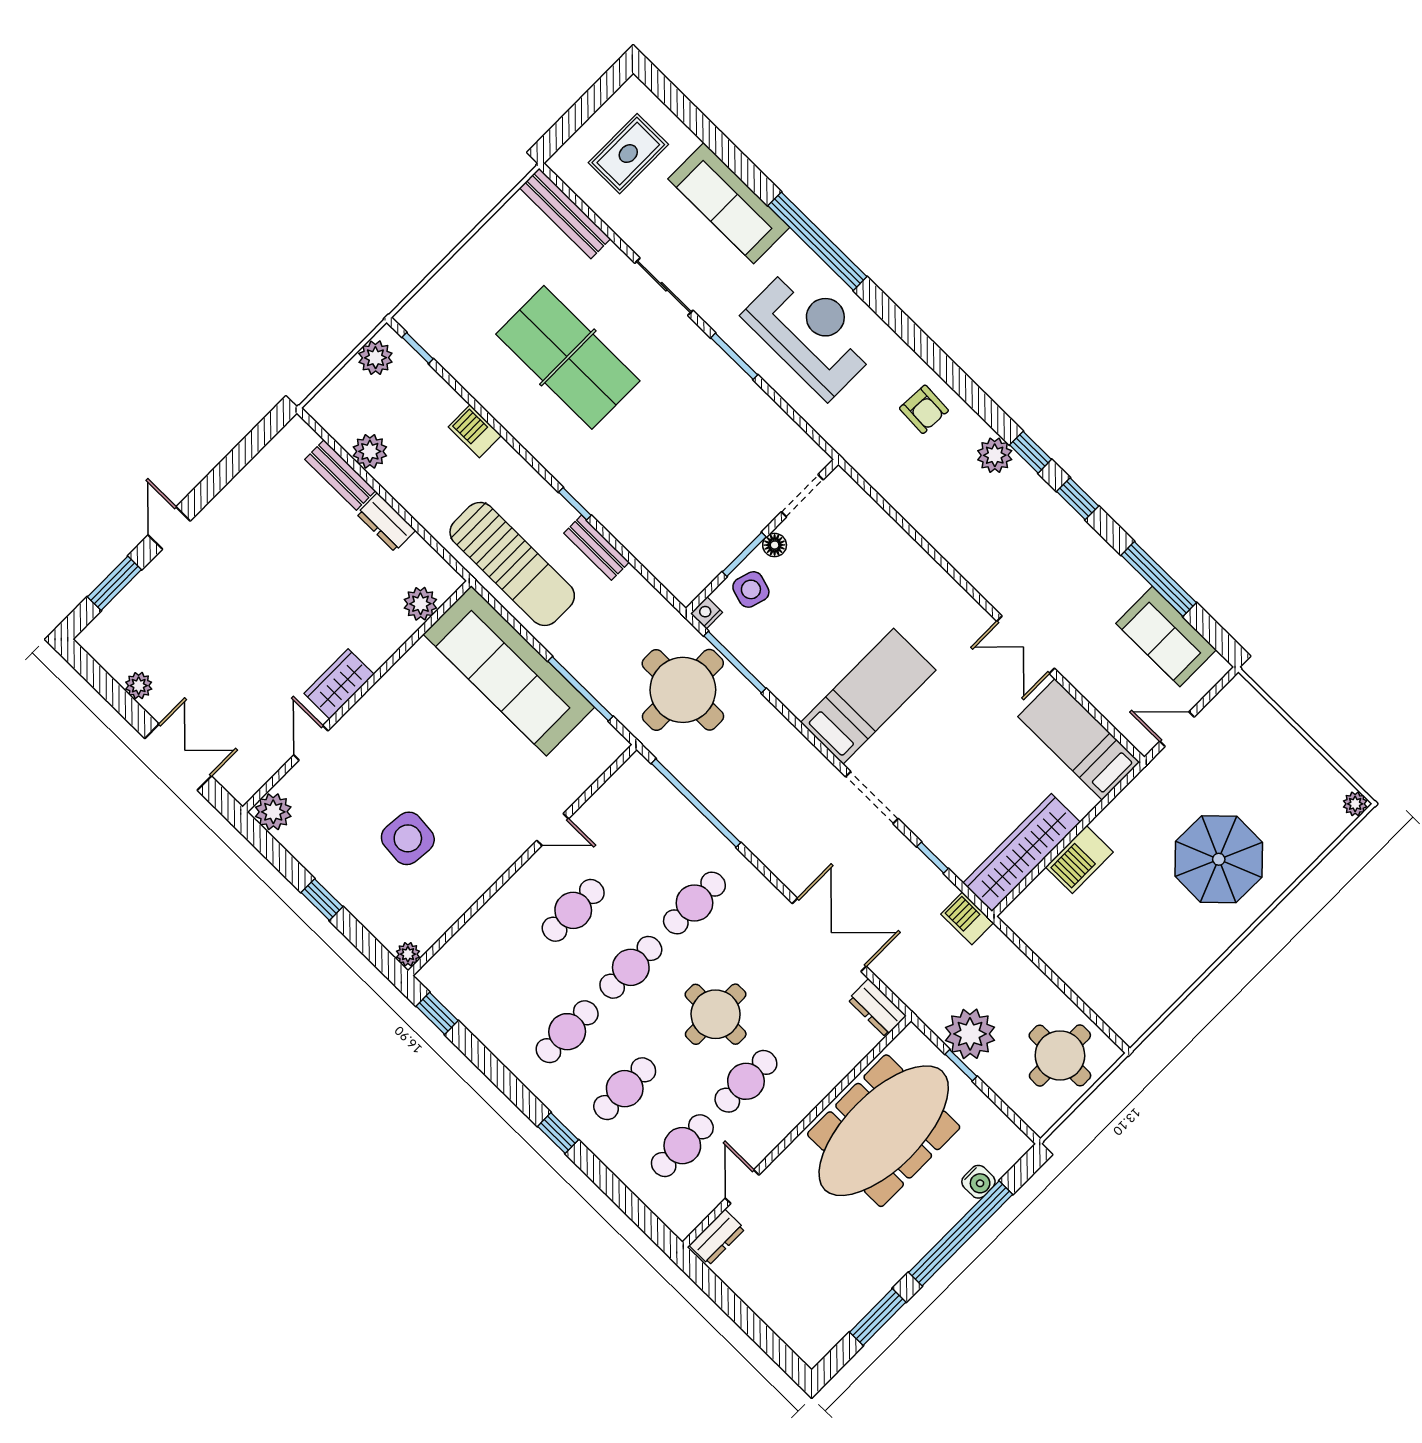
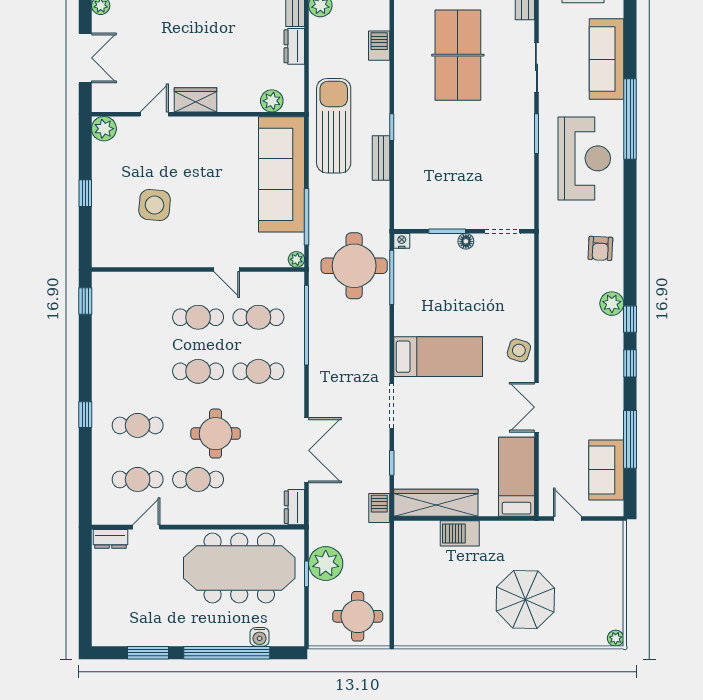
sun lounger: (512, 564) -> (334, 126), turned 180
side table: (751, 589) -> (519, 350), moved
plant: (408, 954) -> (296, 259), moved
cafe table: (567, 1032) -> (258, 317), moved

